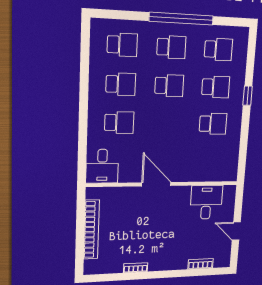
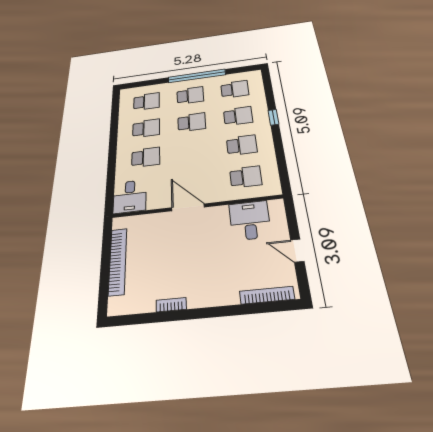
school desk: (210, 160) -> (246, 177), added
bookcase: (201, 264) -> (267, 295), width x1.56

